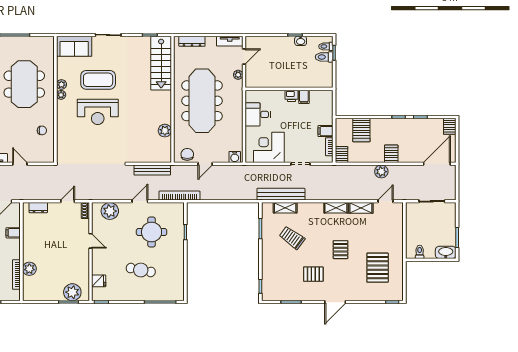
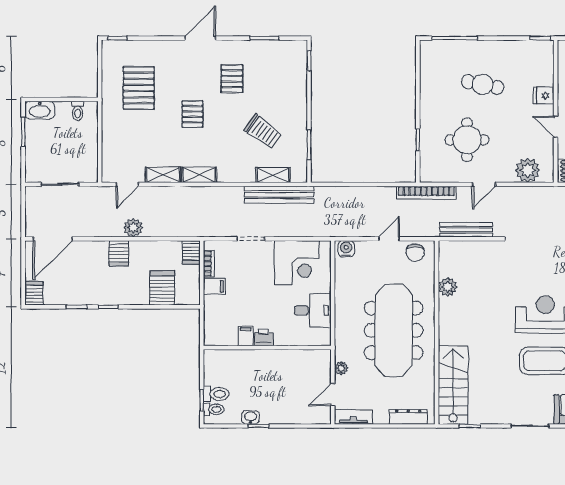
pallet: (313, 274) -> (232, 79), turned 90
fridge: (99, 281) -> (544, 96), moved

